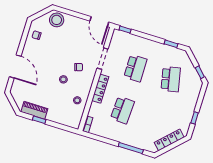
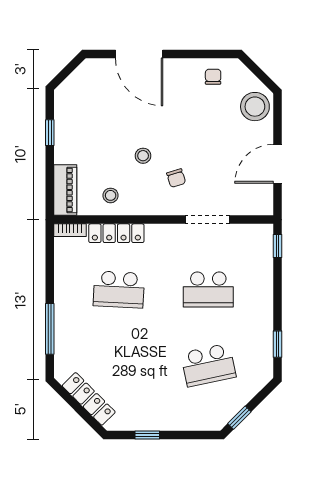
door: (99, 22) -> (277, 164), moved
door: (15, 66) -> (139, 54), hinge flipped
locker: (100, 89) -> (116, 233), moved
piano: (34, 110) -> (65, 190), moved

